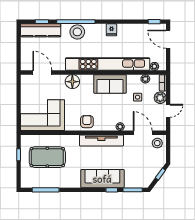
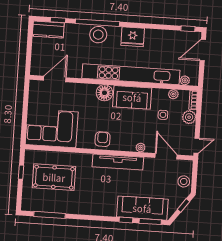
kitchen counter: (41, 30) -> (48, 30), width x0.67
fridge: (111, 30) -> (133, 37), width x1.88, depth x1.34
door: (168, 39) -> (203, 50), hinge flipped
door: (42, 73) -> (55, 79), hinge flipped
floor lamp: (72, 82) -> (104, 93), moved
door: (168, 111) -> (196, 146), moved
stool: (157, 143) -> (184, 181), moved
sofa: (102, 179) -> (142, 208), moved

